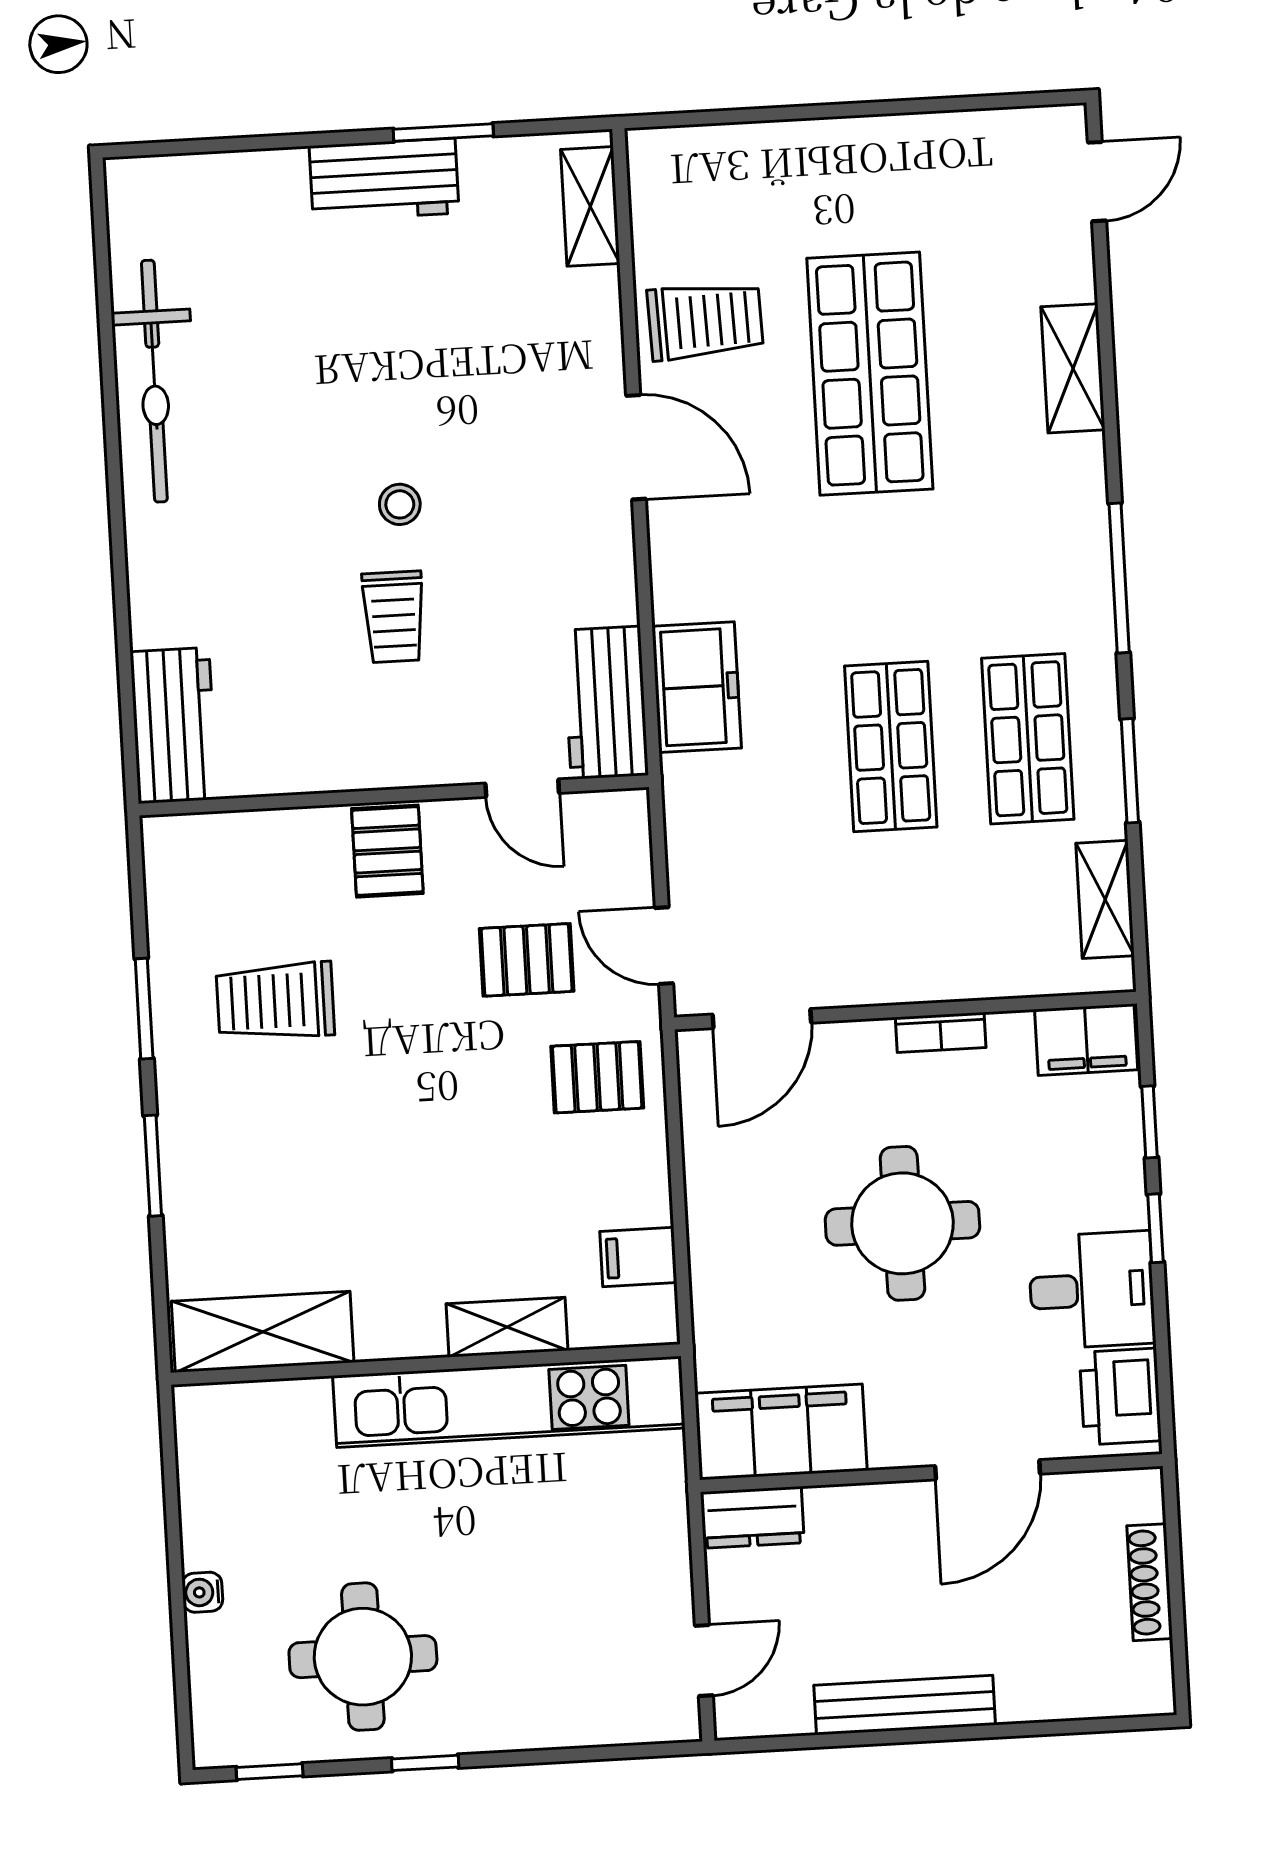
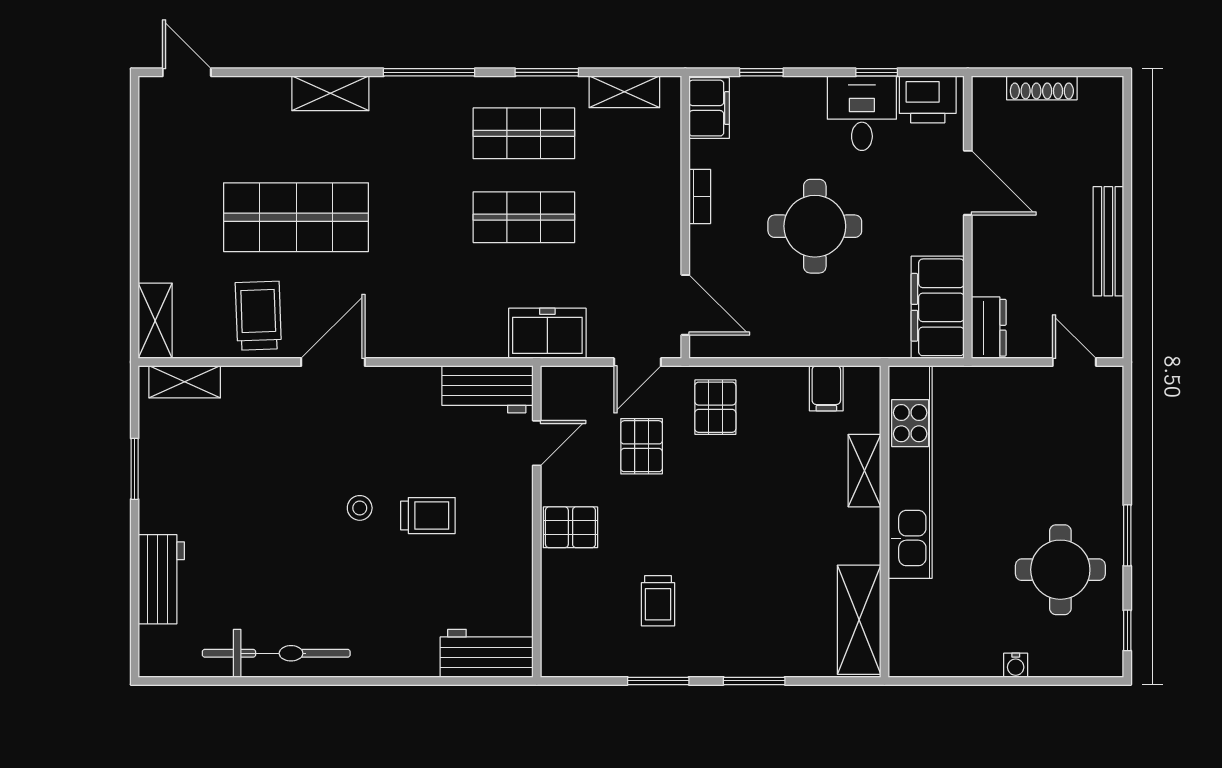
shelving: (687, 153) -> (155, 321), added
workbench: (384, 180) -> (161, 579), moved
shelving: (1073, 368) -> (330, 93), moved
freezer: (697, 687) -> (547, 333), moved
trolley: (275, 1001) -> (658, 601), width x0.73, depth x0.72
window: (1155, 1228) -> (877, 72), moved
window: (425, 1763) -> (1127, 535), width x1.50

